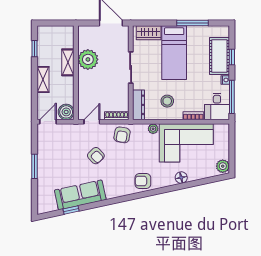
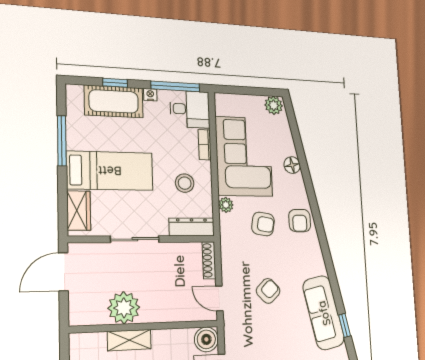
armchair: (122, 135) -> (263, 224), moved

